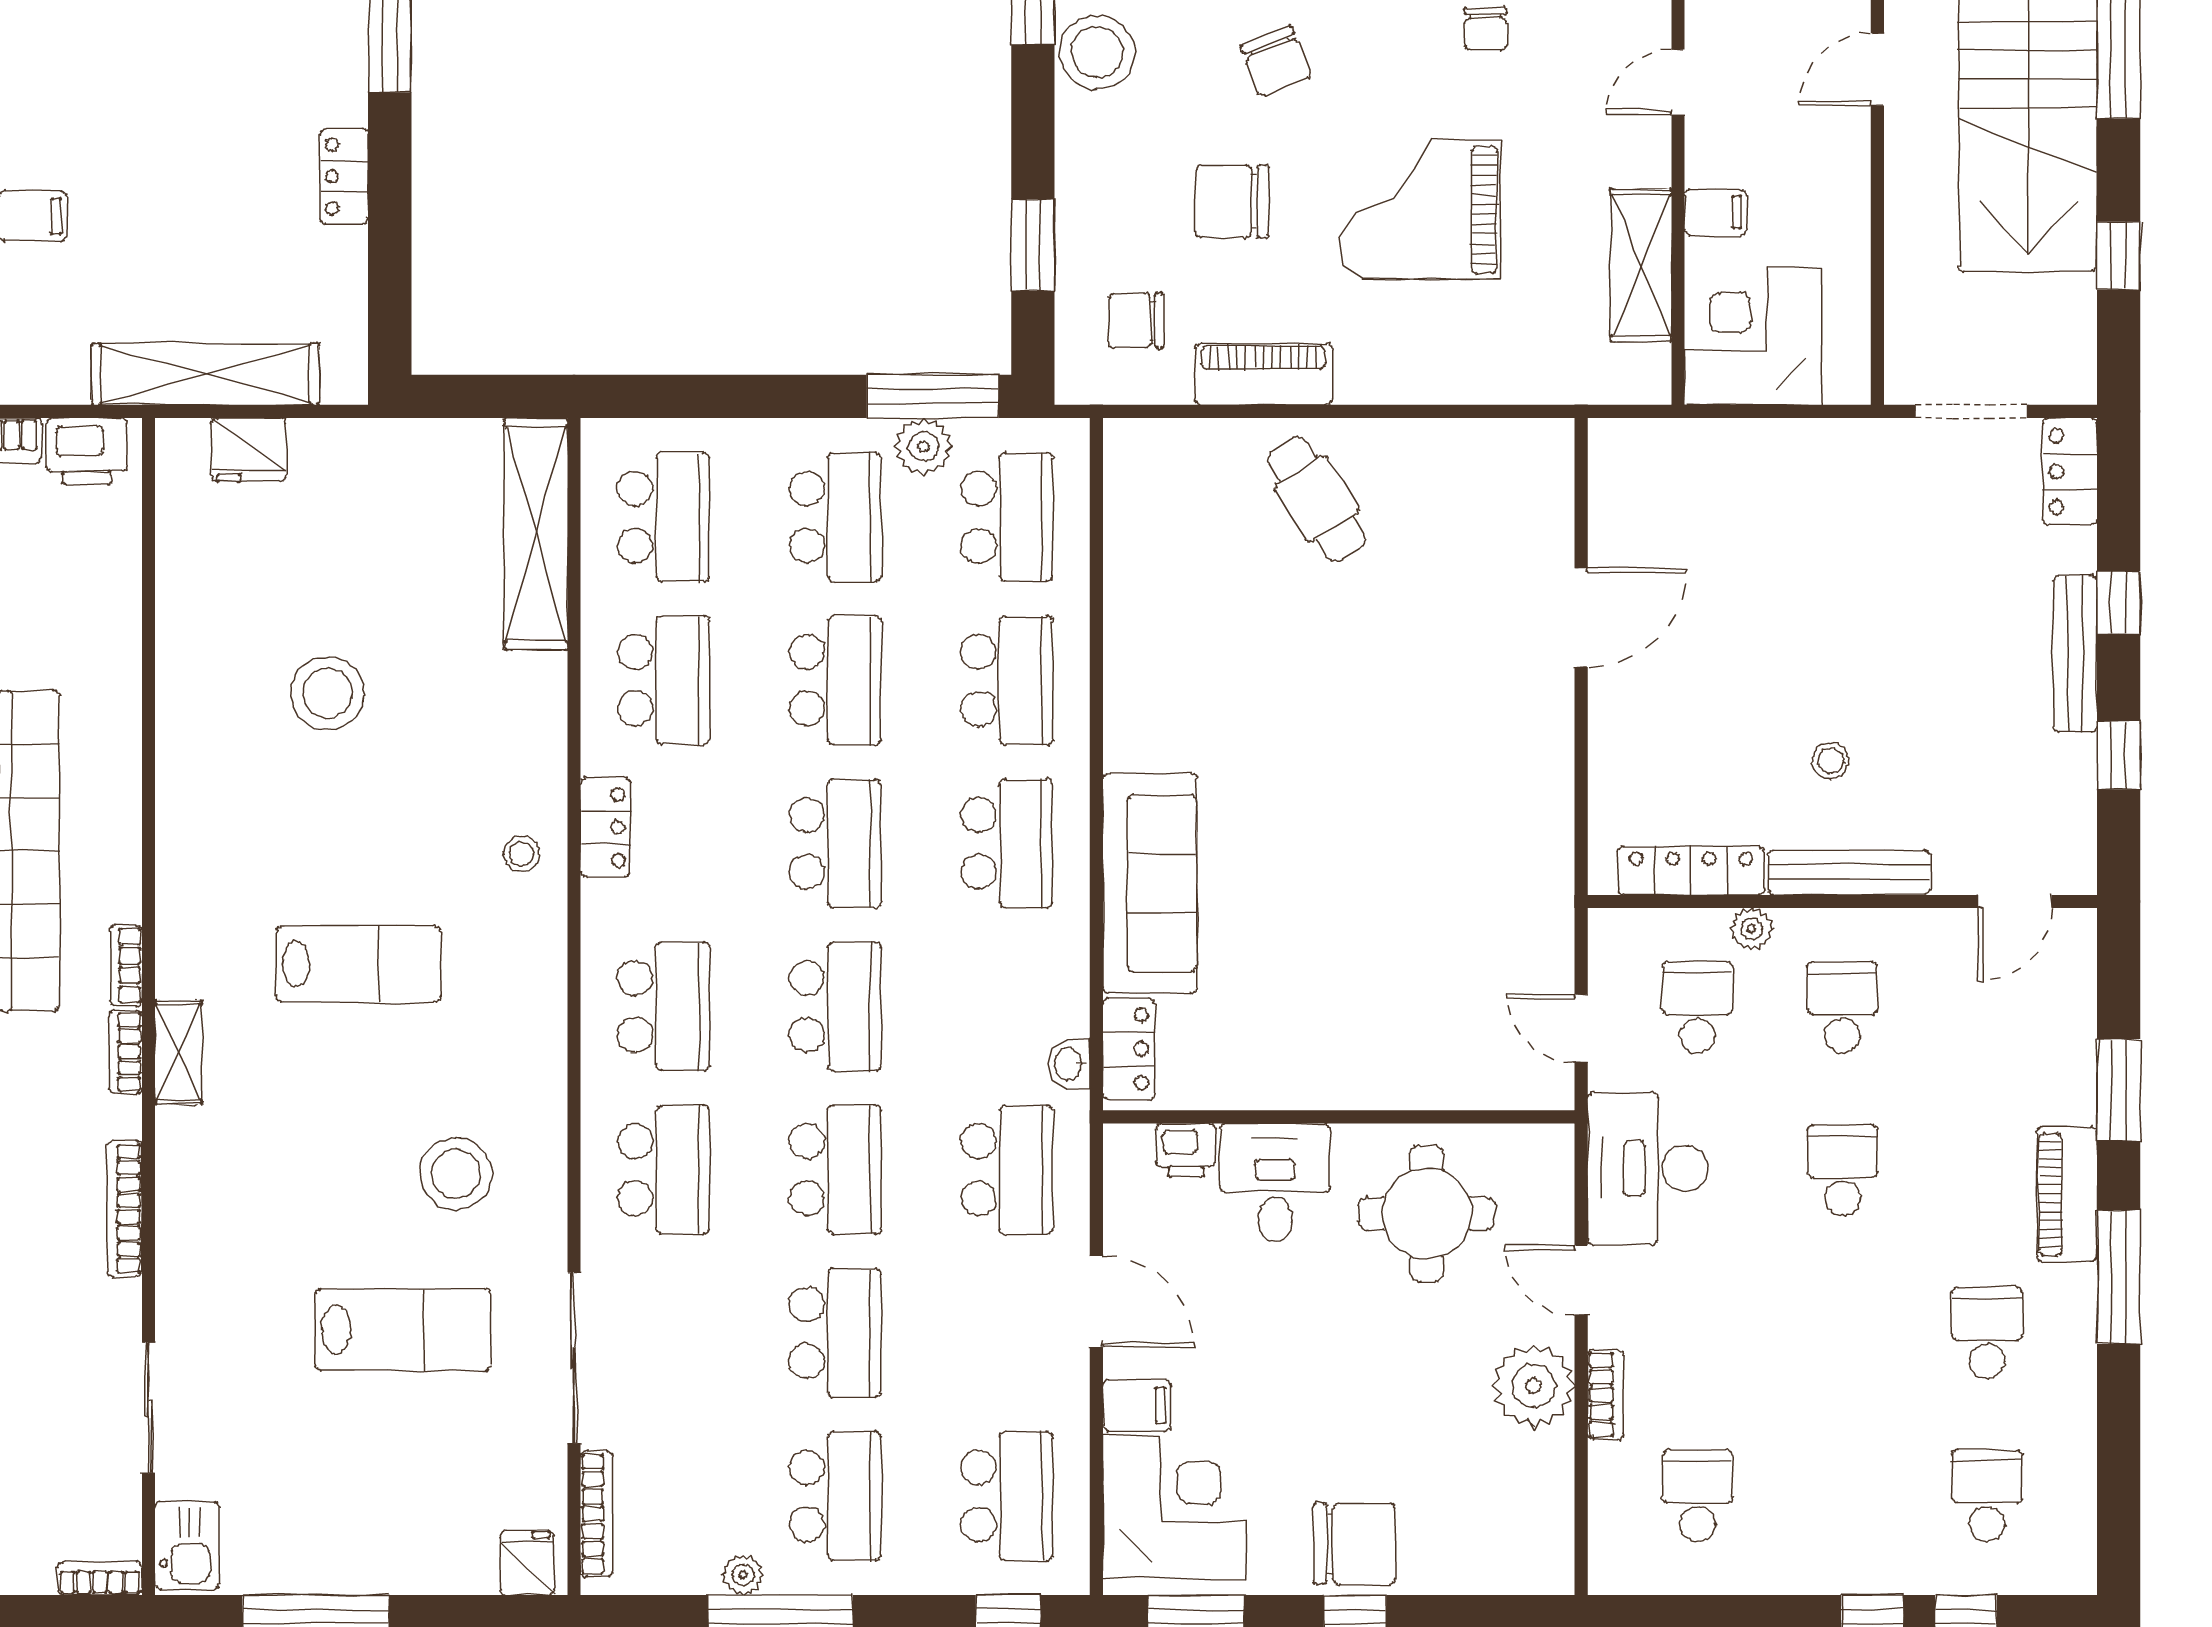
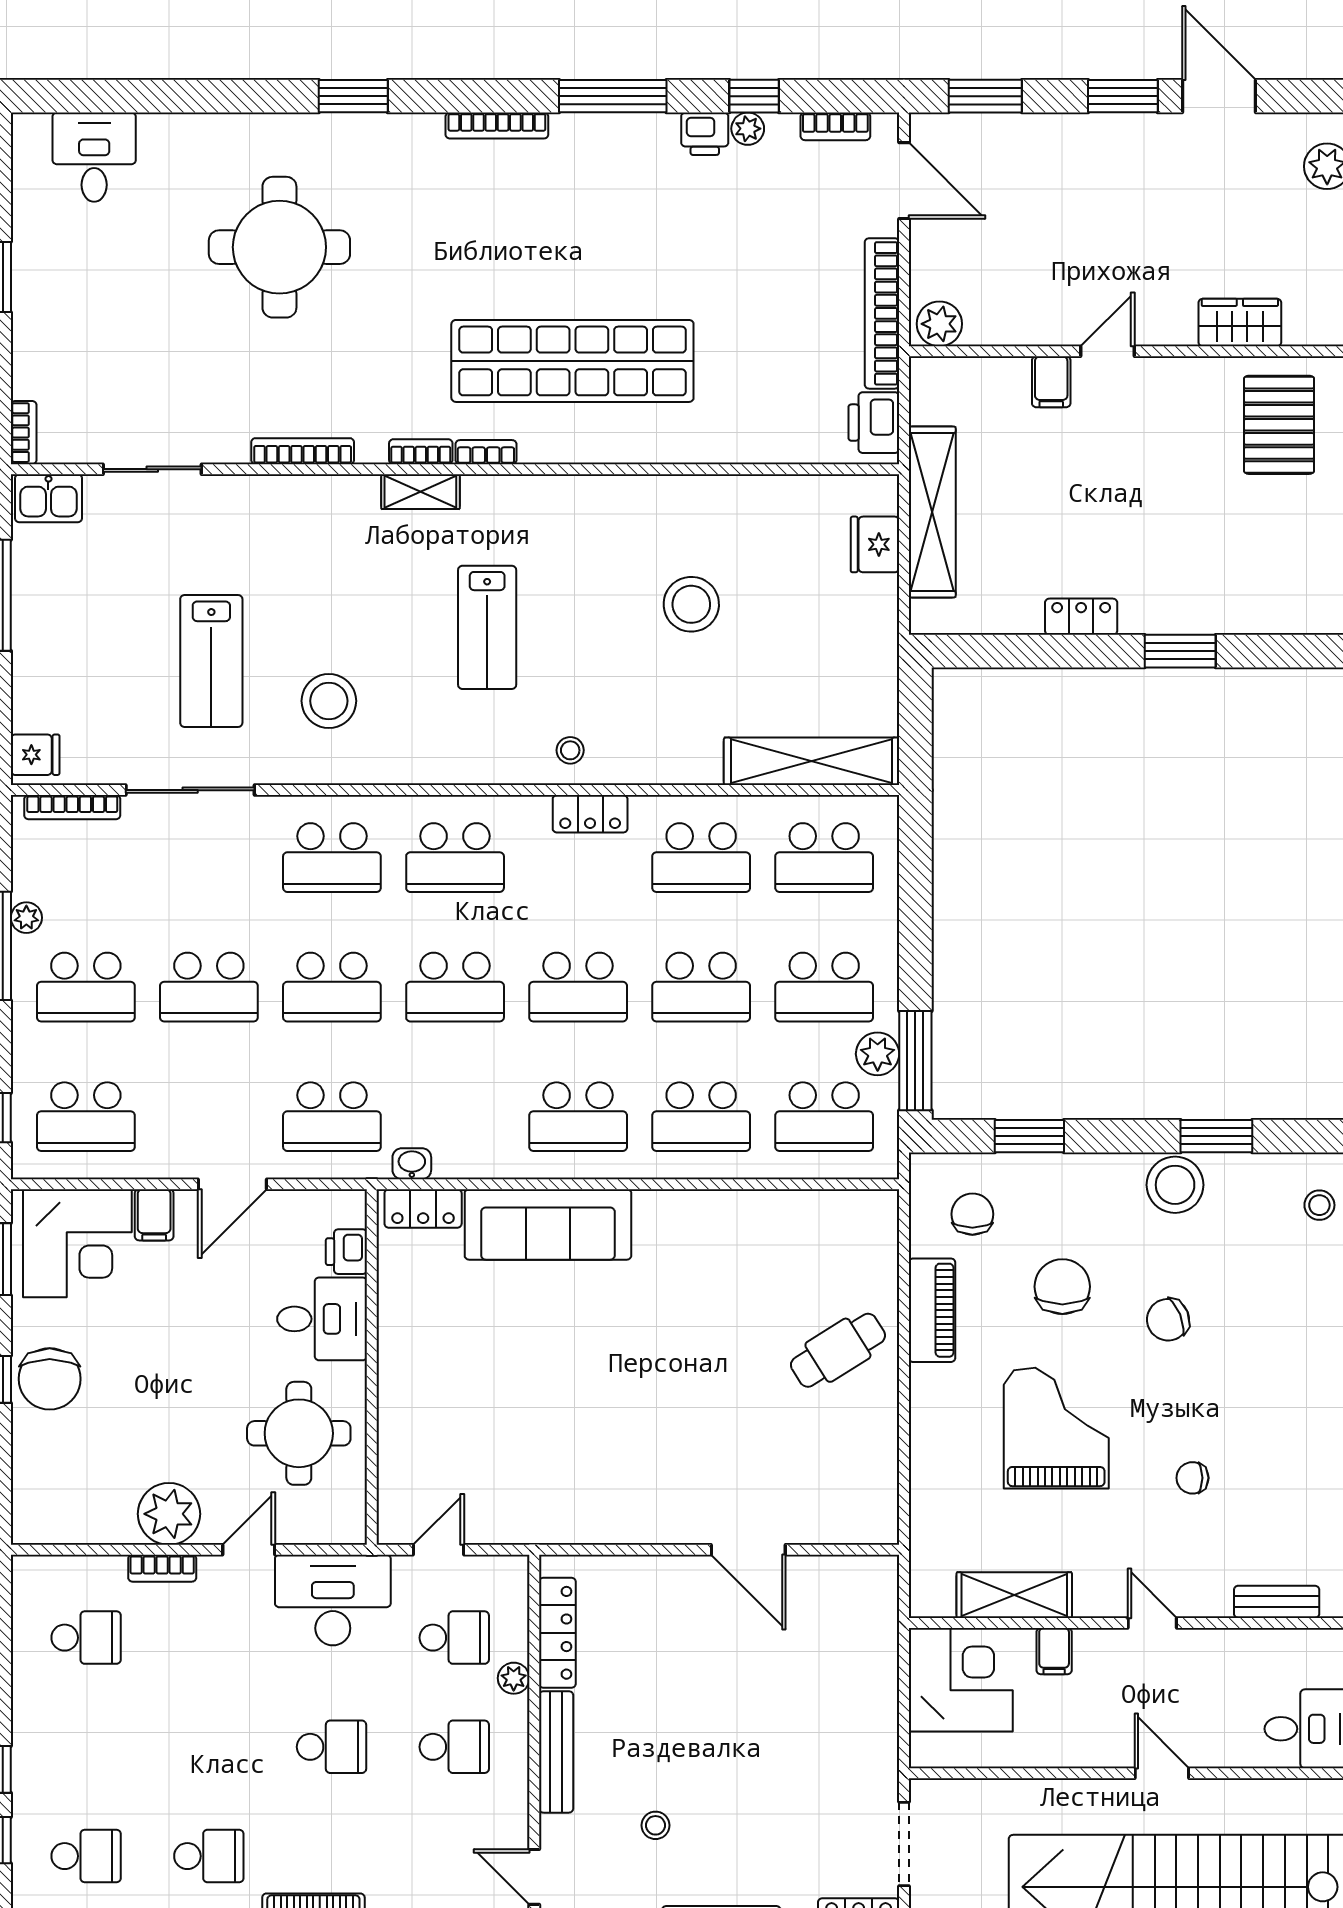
stool: (1831, 761) -> (656, 1825), moved

